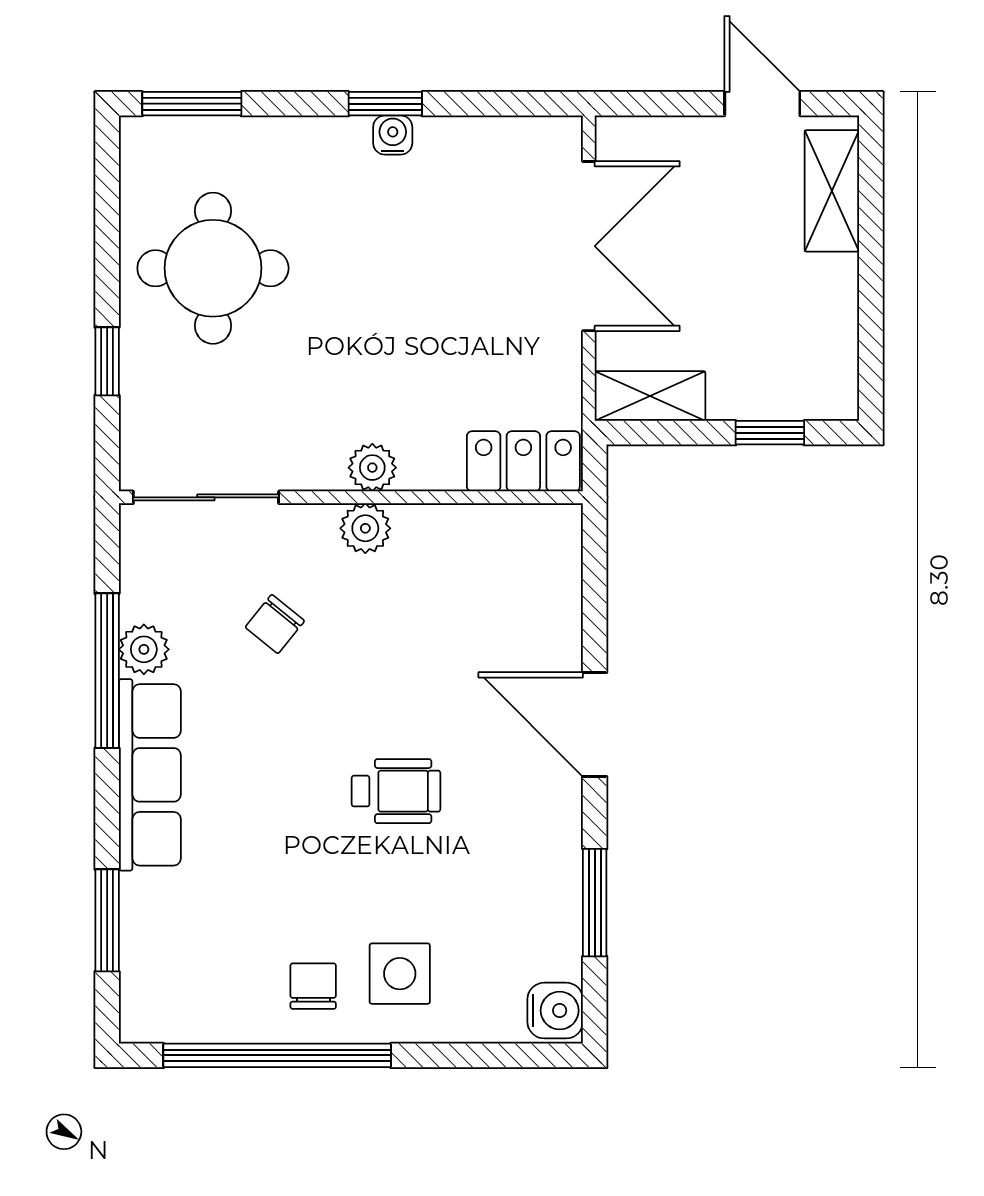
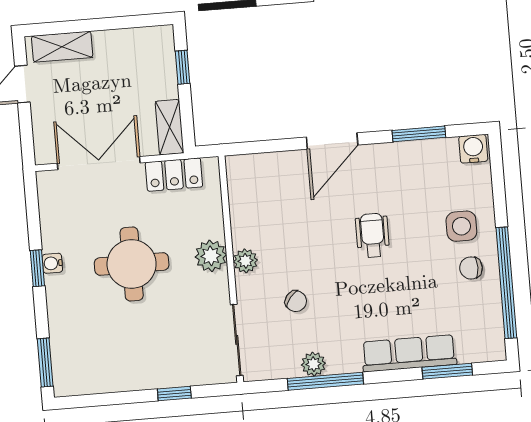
round table: (213, 268) -> (132, 264), moved
locker: (523, 461) -> (174, 175), moved, turned -90
plant: (372, 468) -> (211, 256), width x1.38, depth x1.38
row of seats: (150, 775) -> (409, 353), moved

